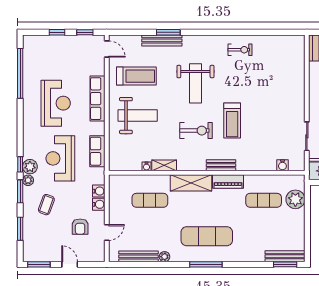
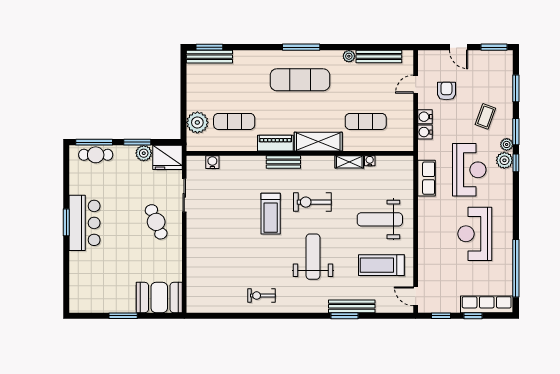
row of seats: (97, 99) -> (487, 304), moved, turned -90
treadmill: (232, 121) -> (271, 214), turned 180

